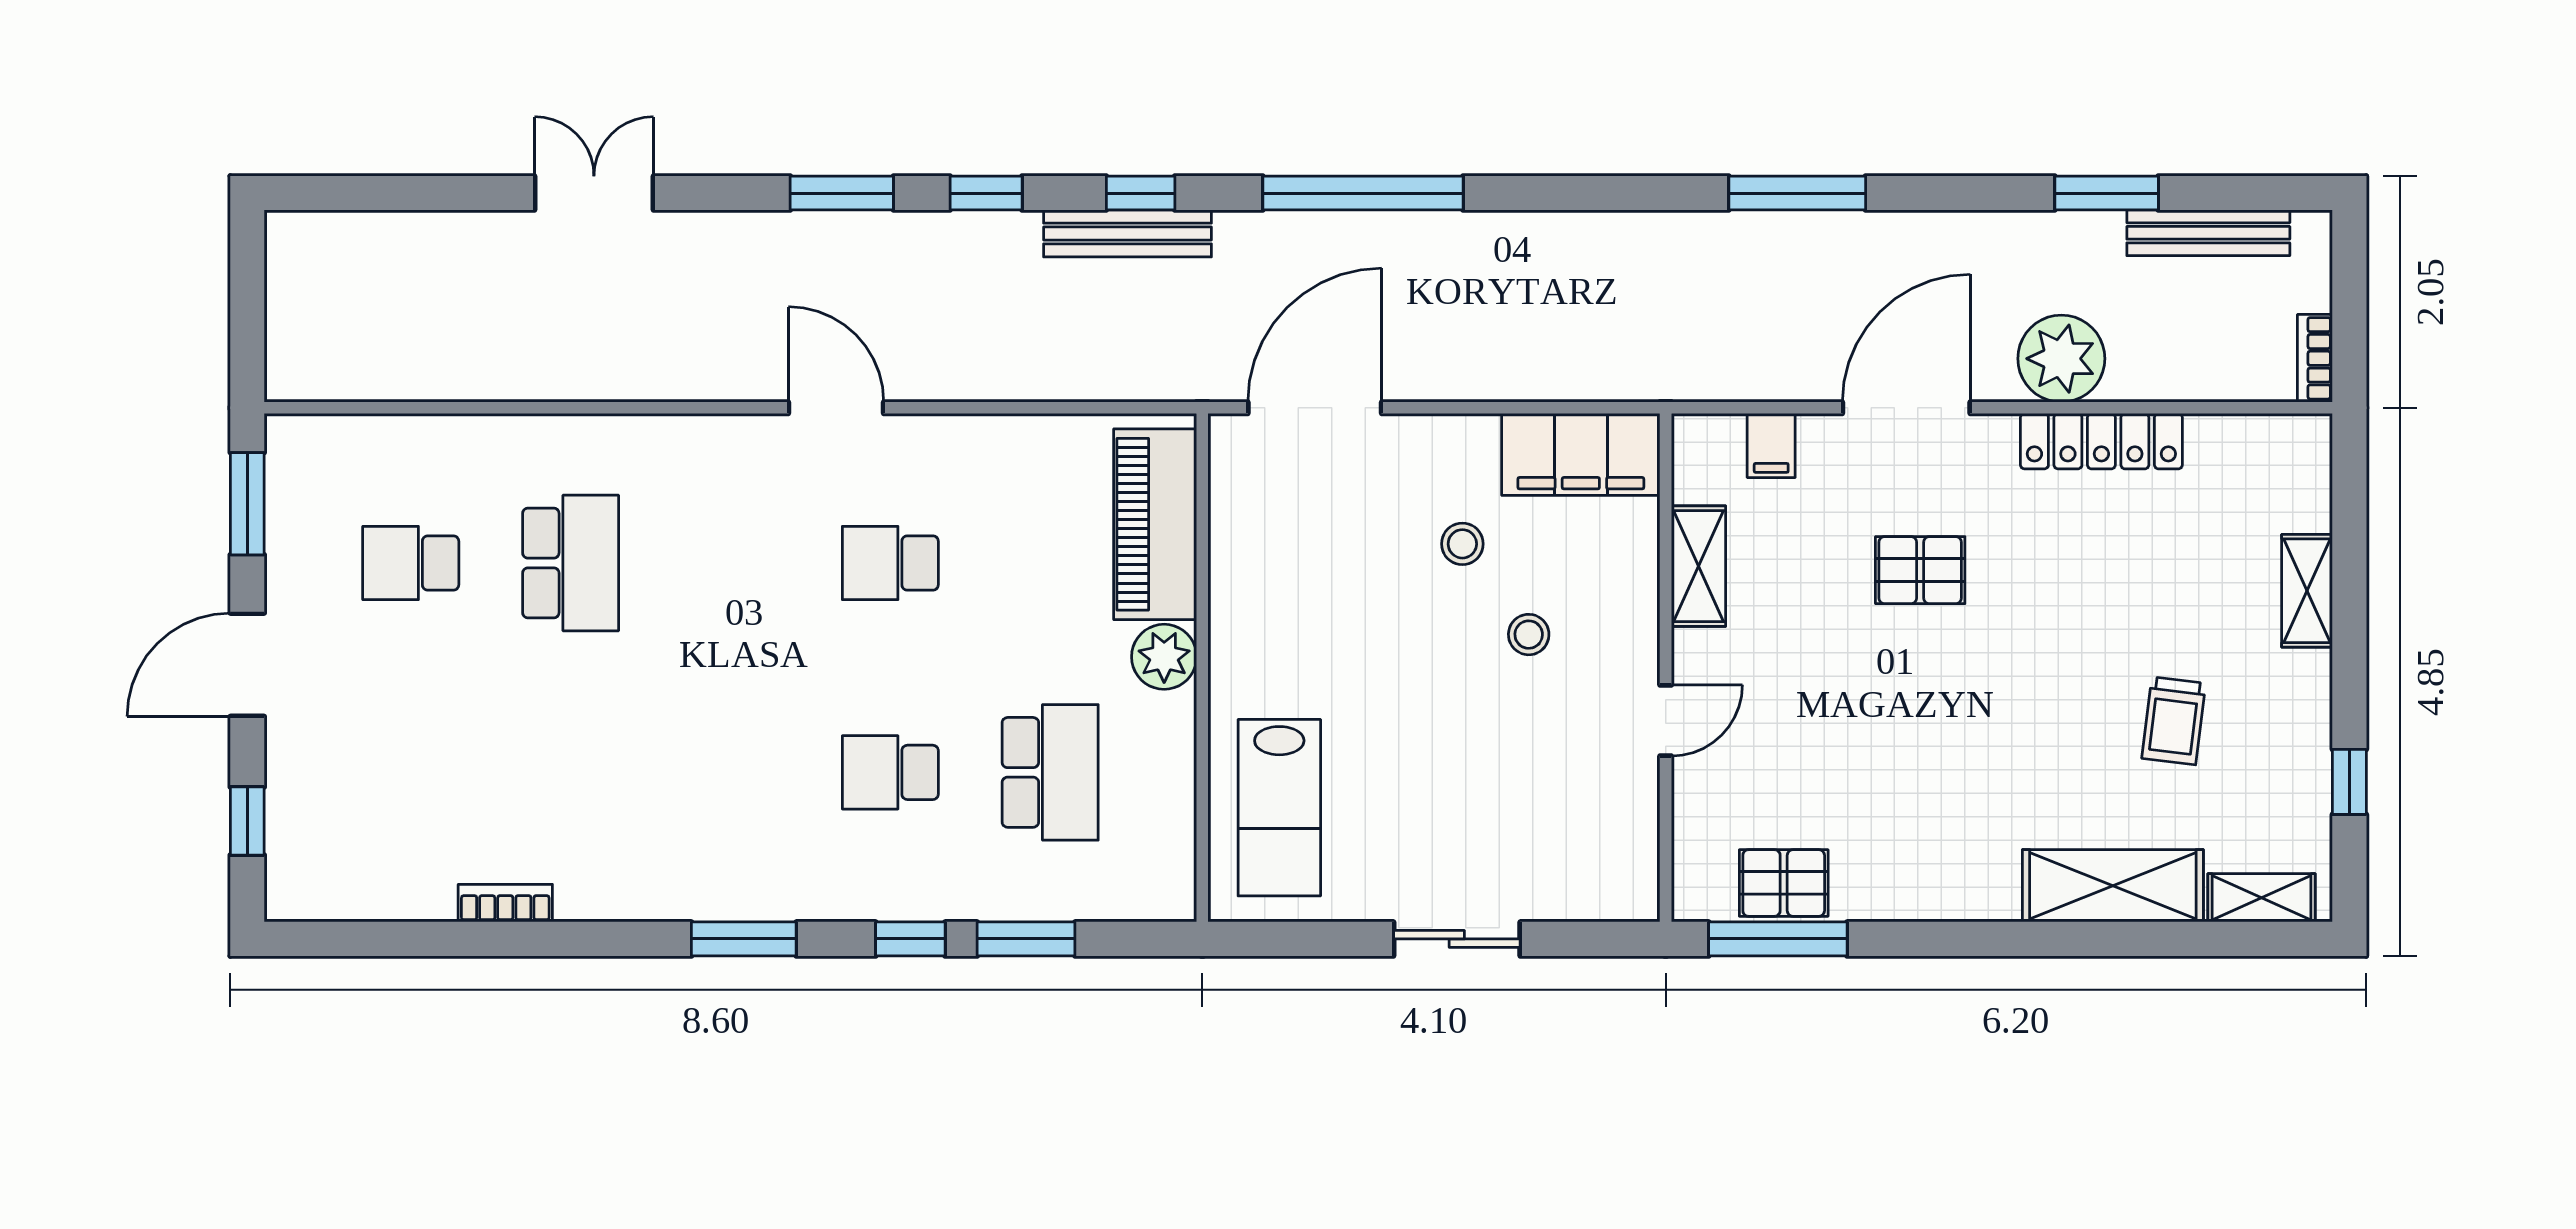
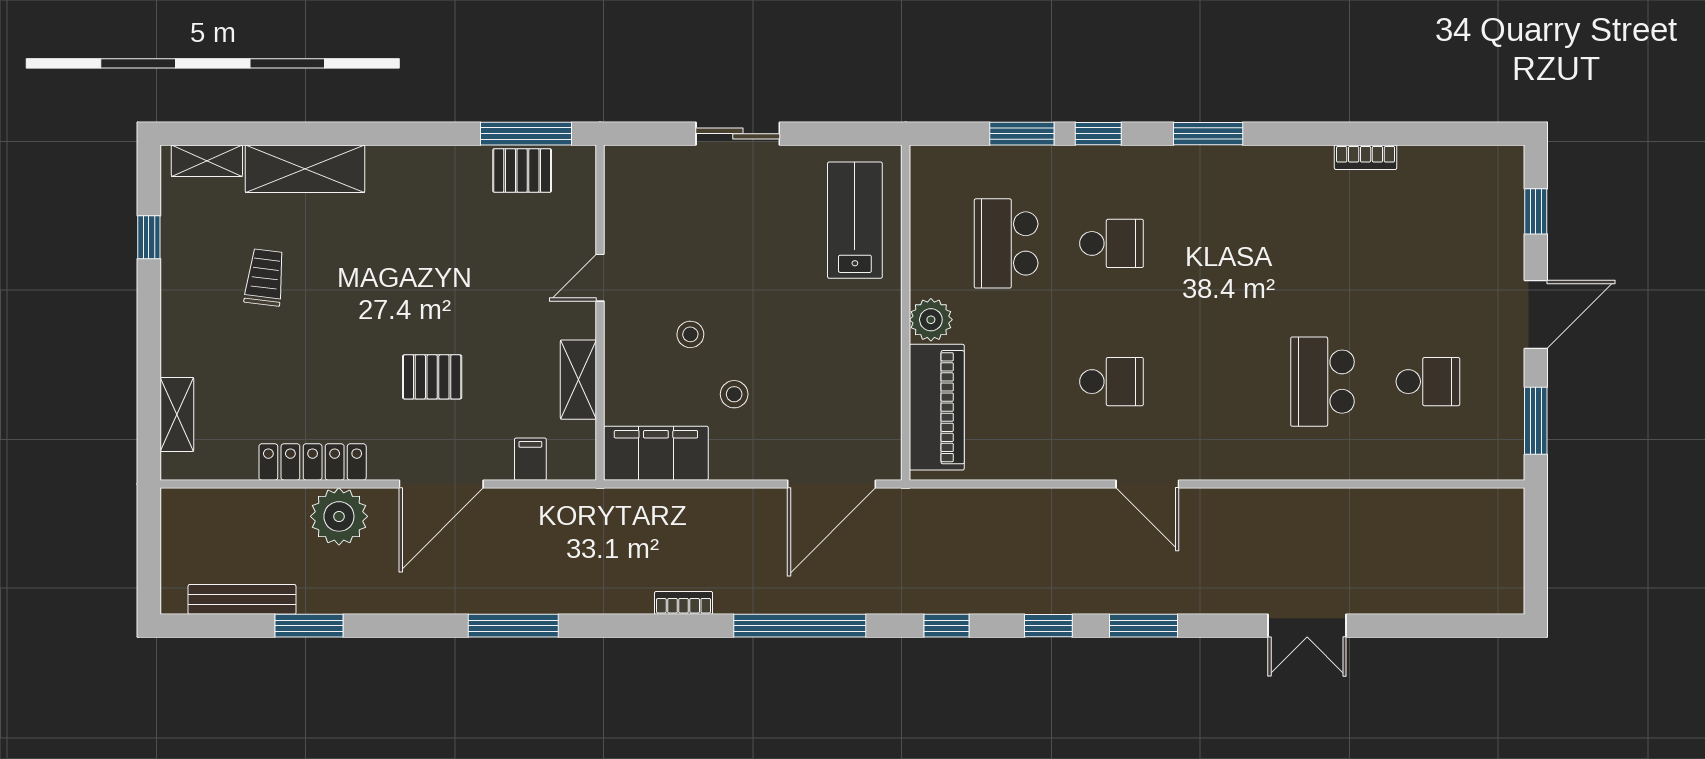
bench: (1128, 233) -> (955, 599), removed
bookcase: (2315, 358) -> (684, 603), moved, turned -90
shelving: (2307, 591) -> (177, 414), moved

